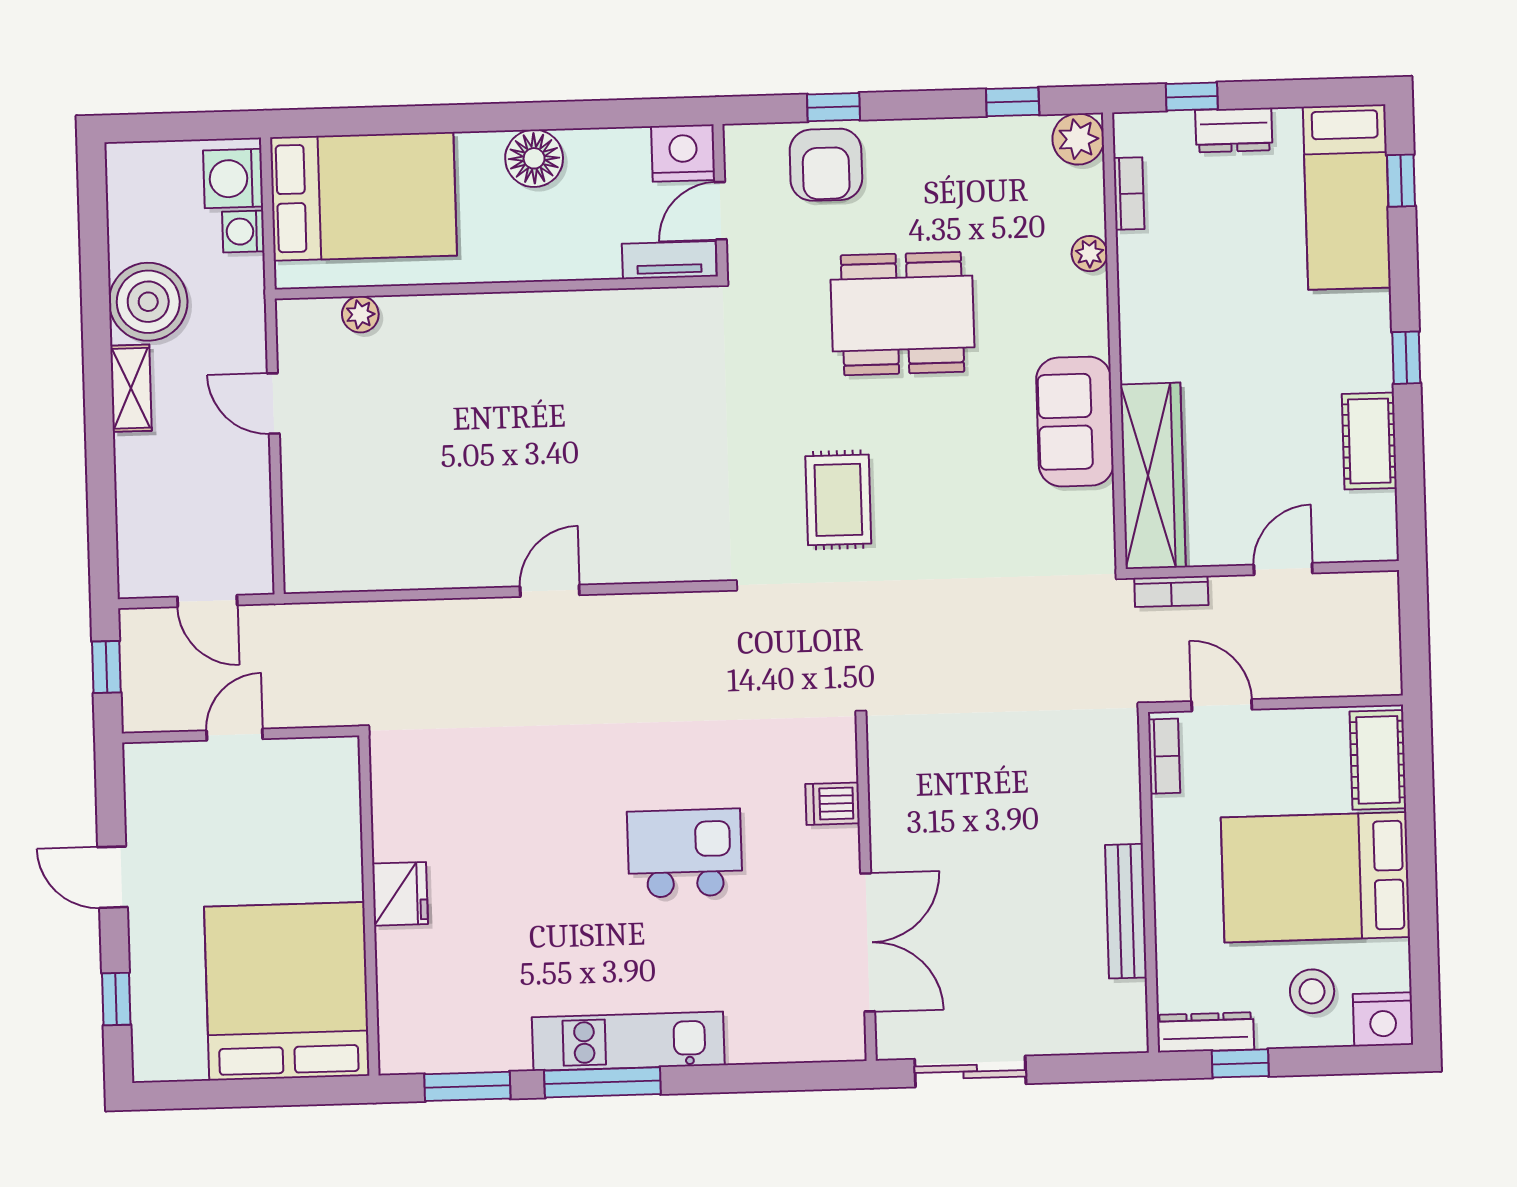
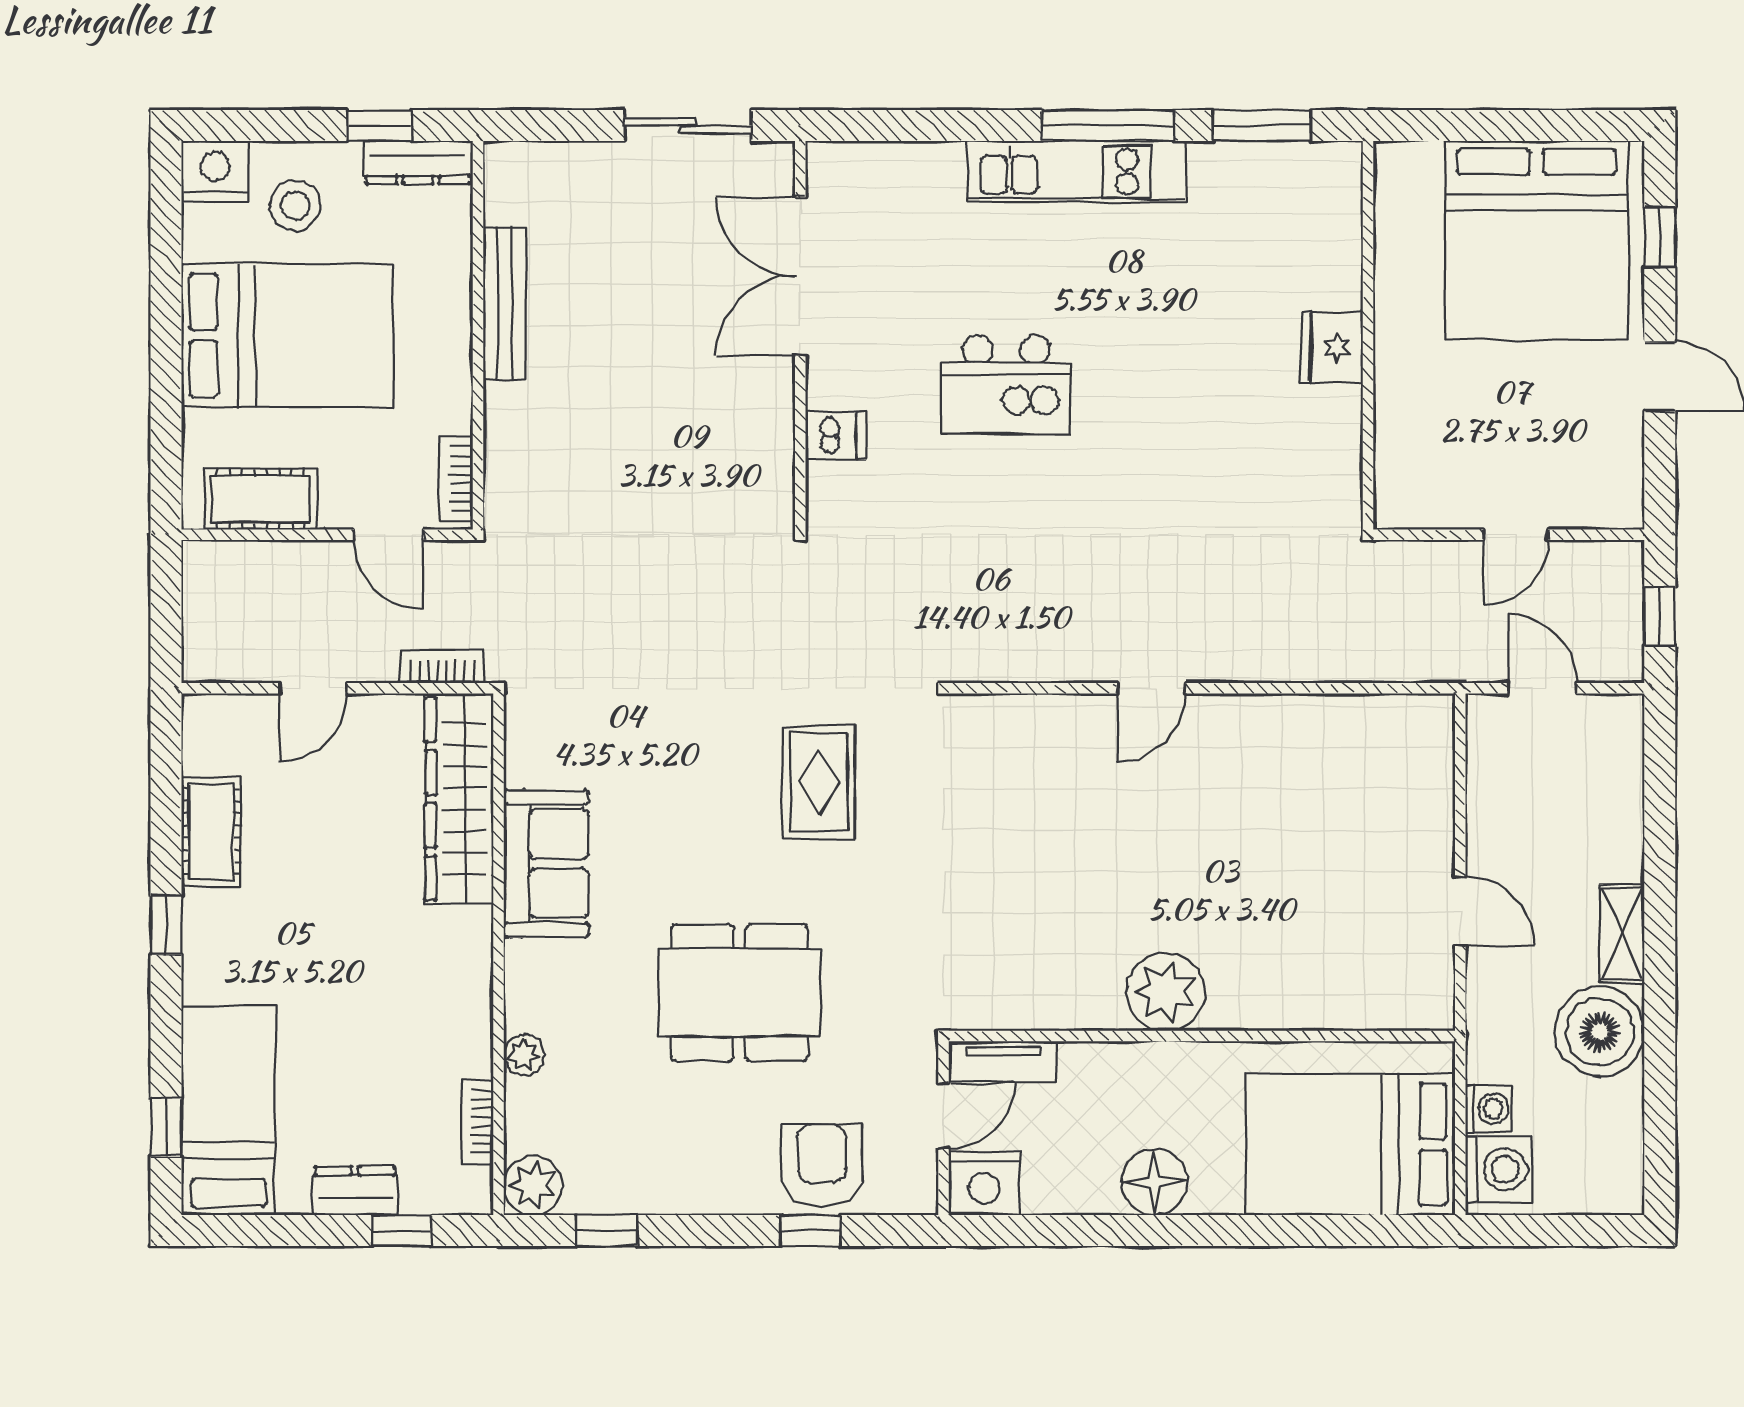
plant: (360, 314) -> (1165, 992), moved, width x1.87, depth x1.87
cot: (1378, 760) -> (261, 499), moved, turned 90
bed: (287, 991) -> (1537, 240), moved

